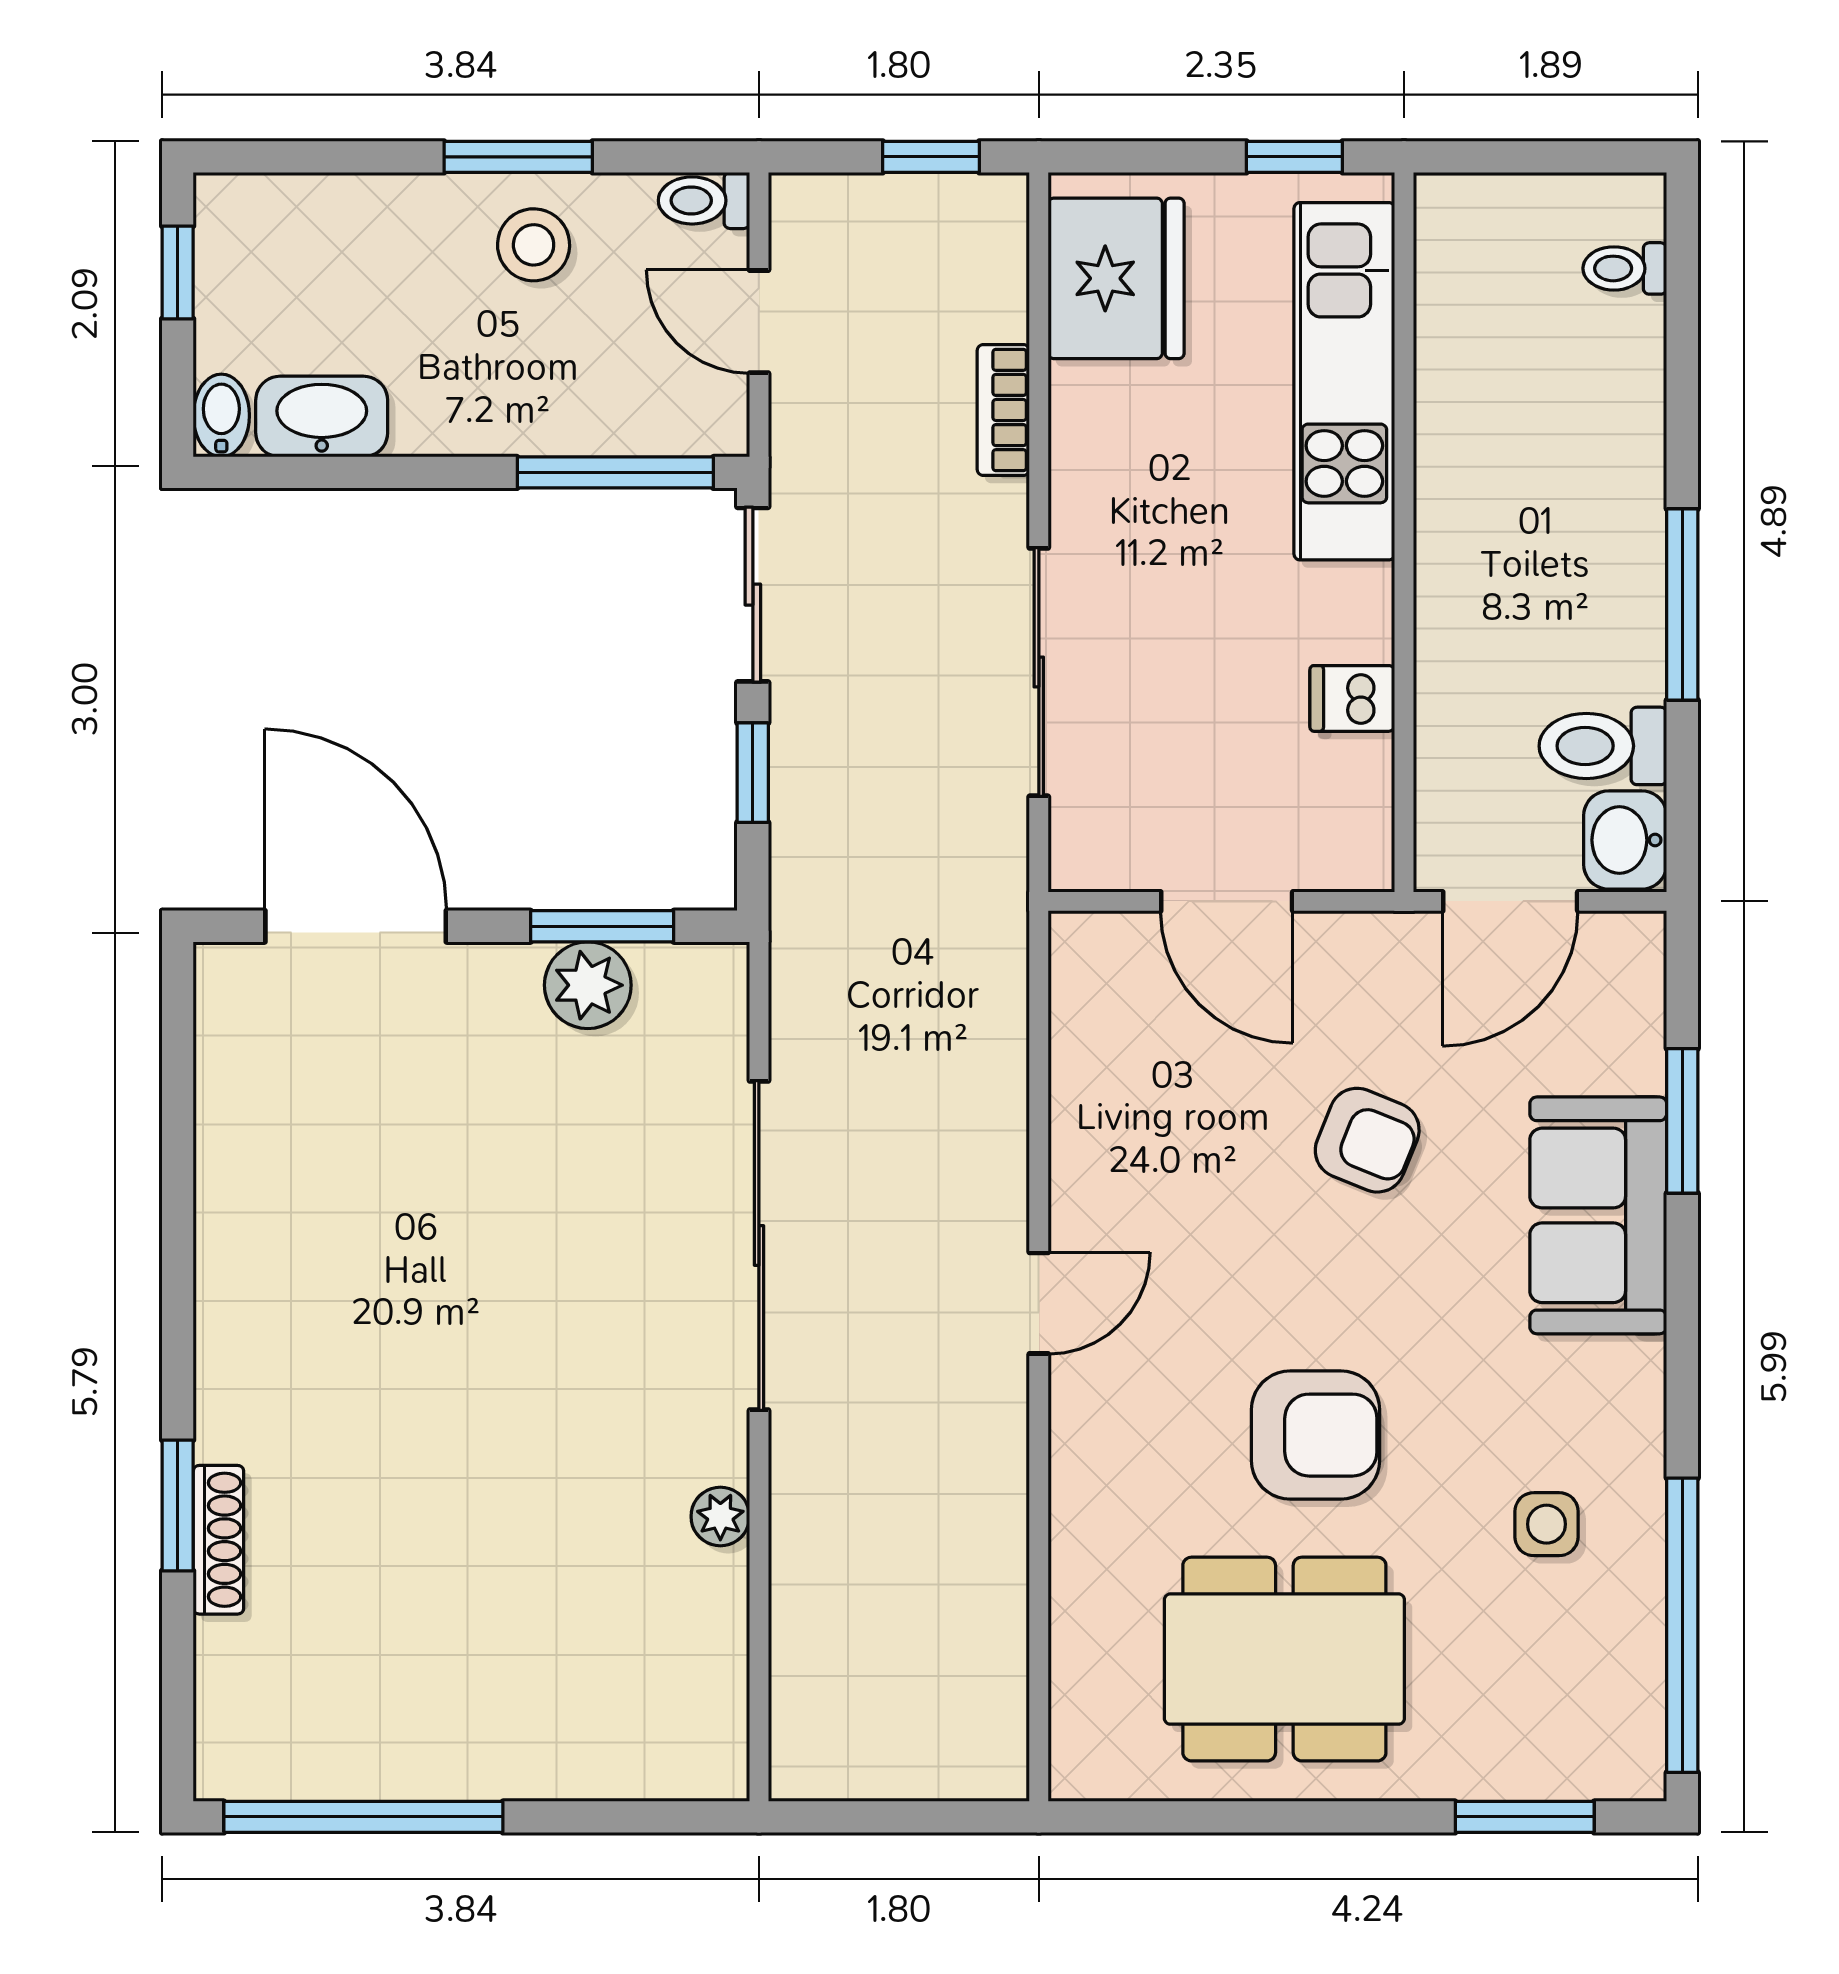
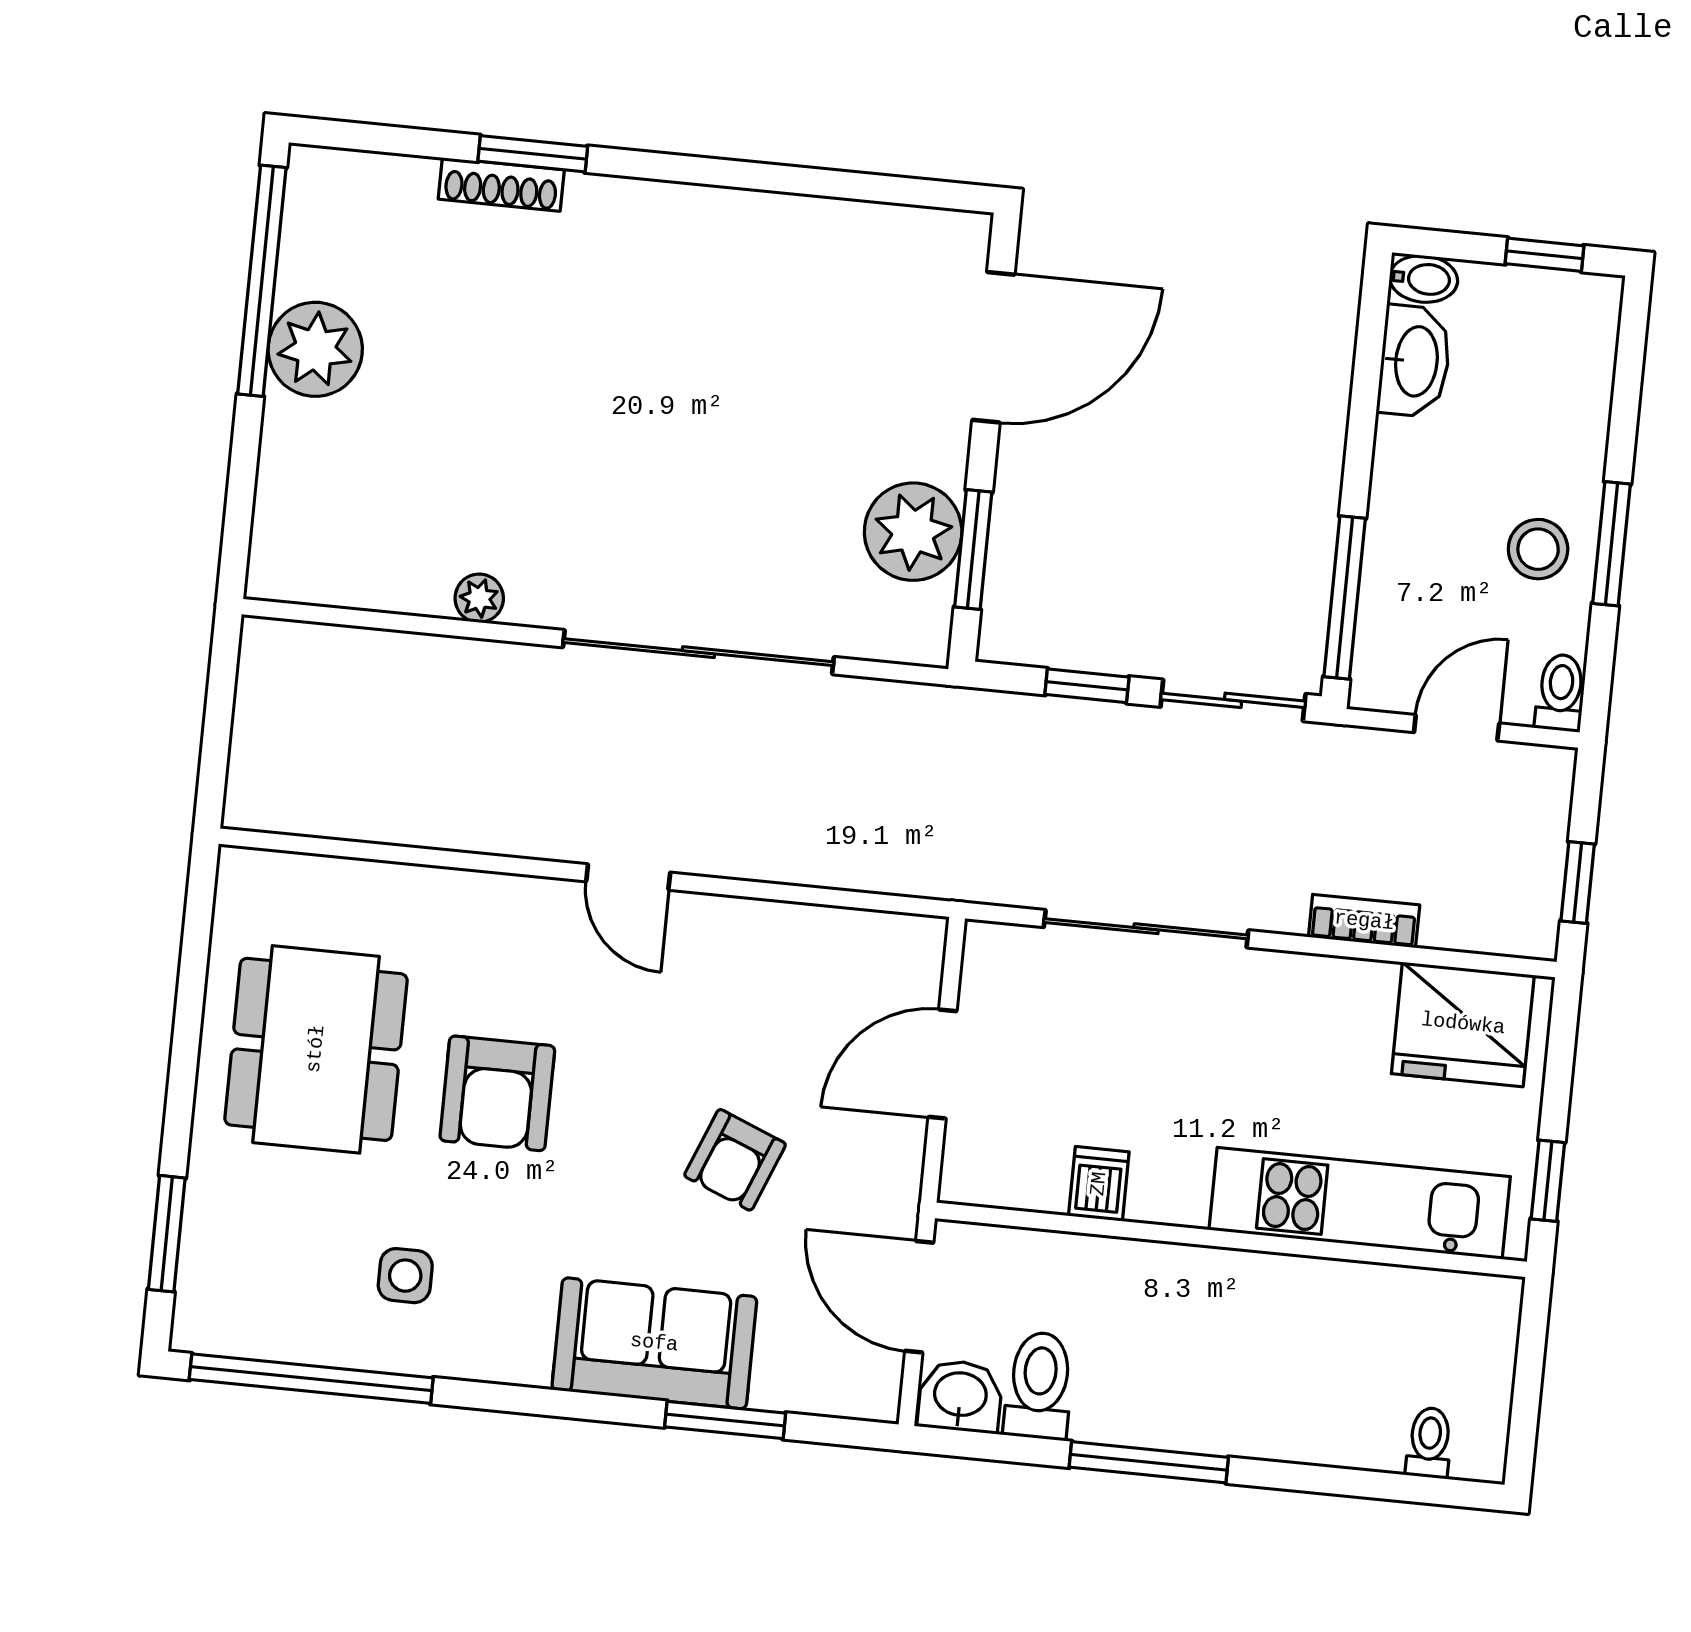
plant: (588, 985) -> (913, 532), width x1.36, depth x1.36
plant: (440, 1744) -> (315, 349), added

